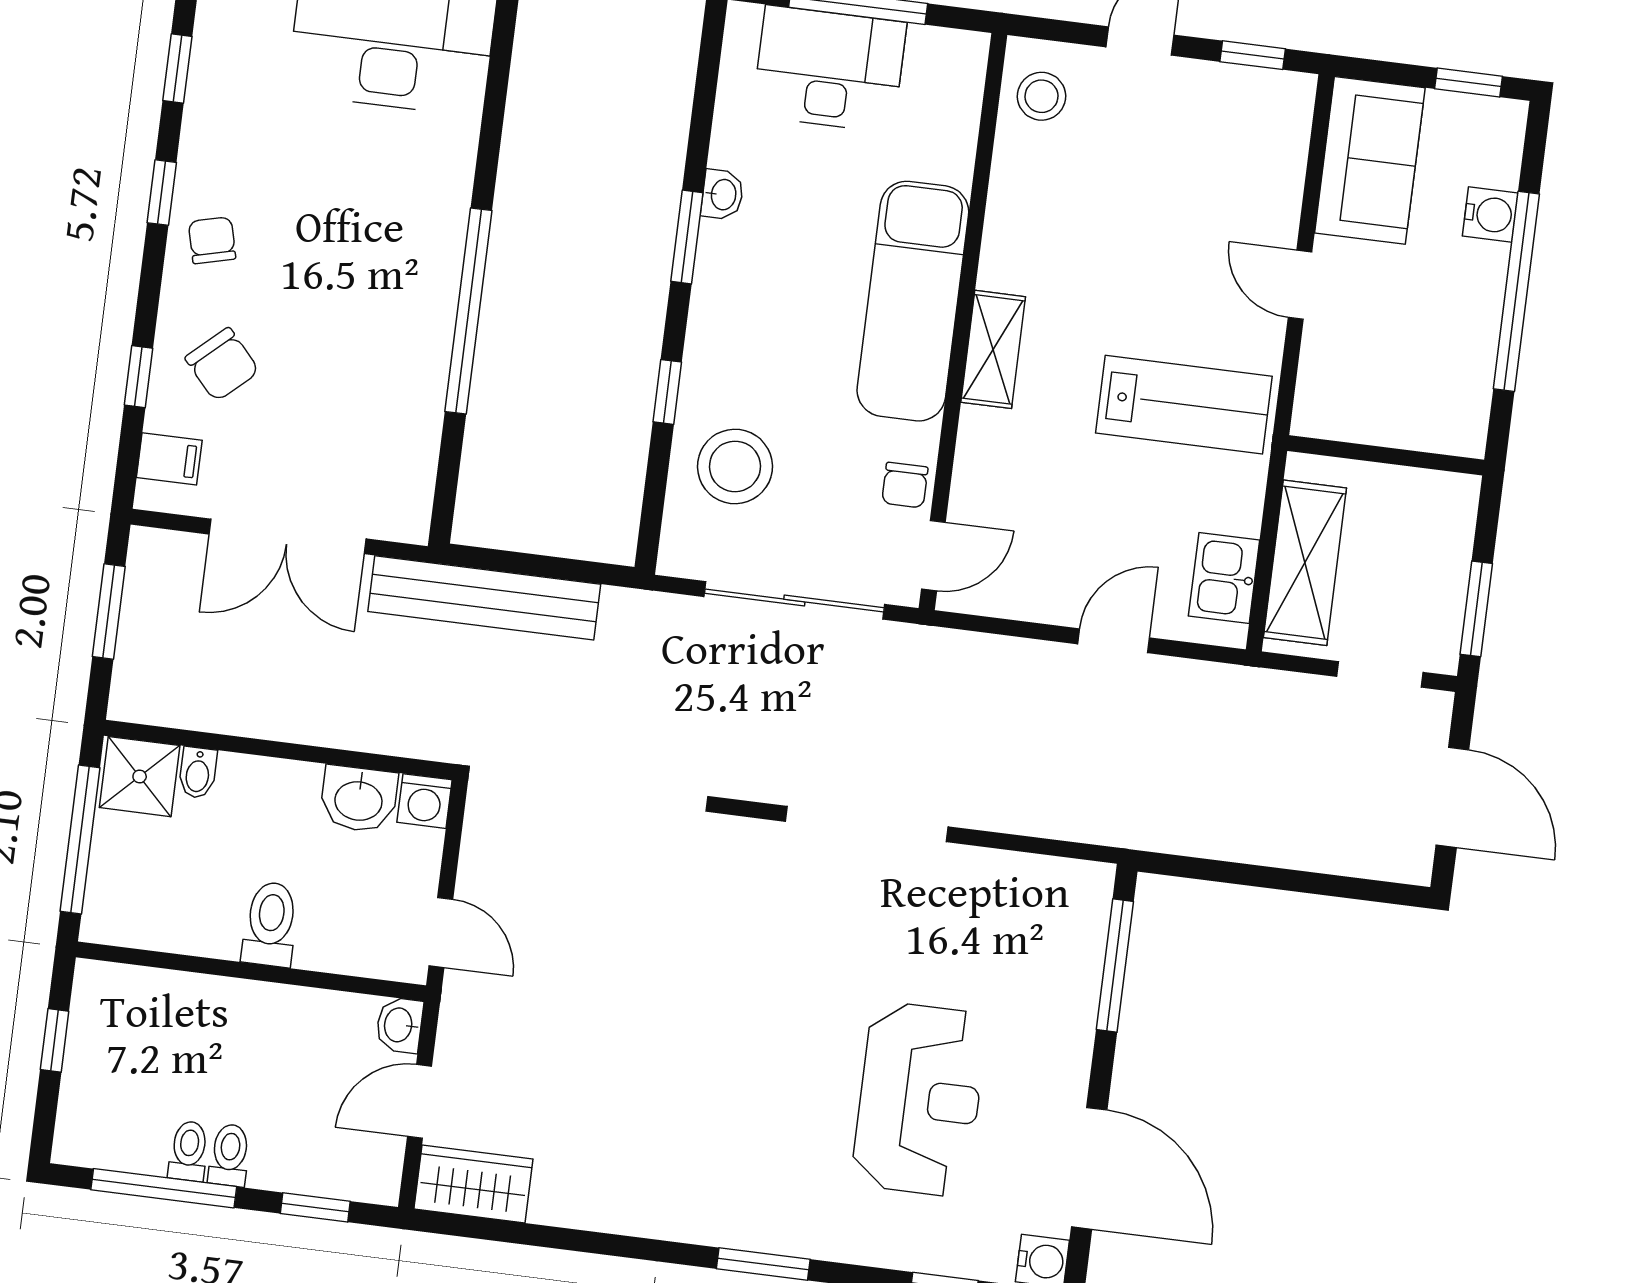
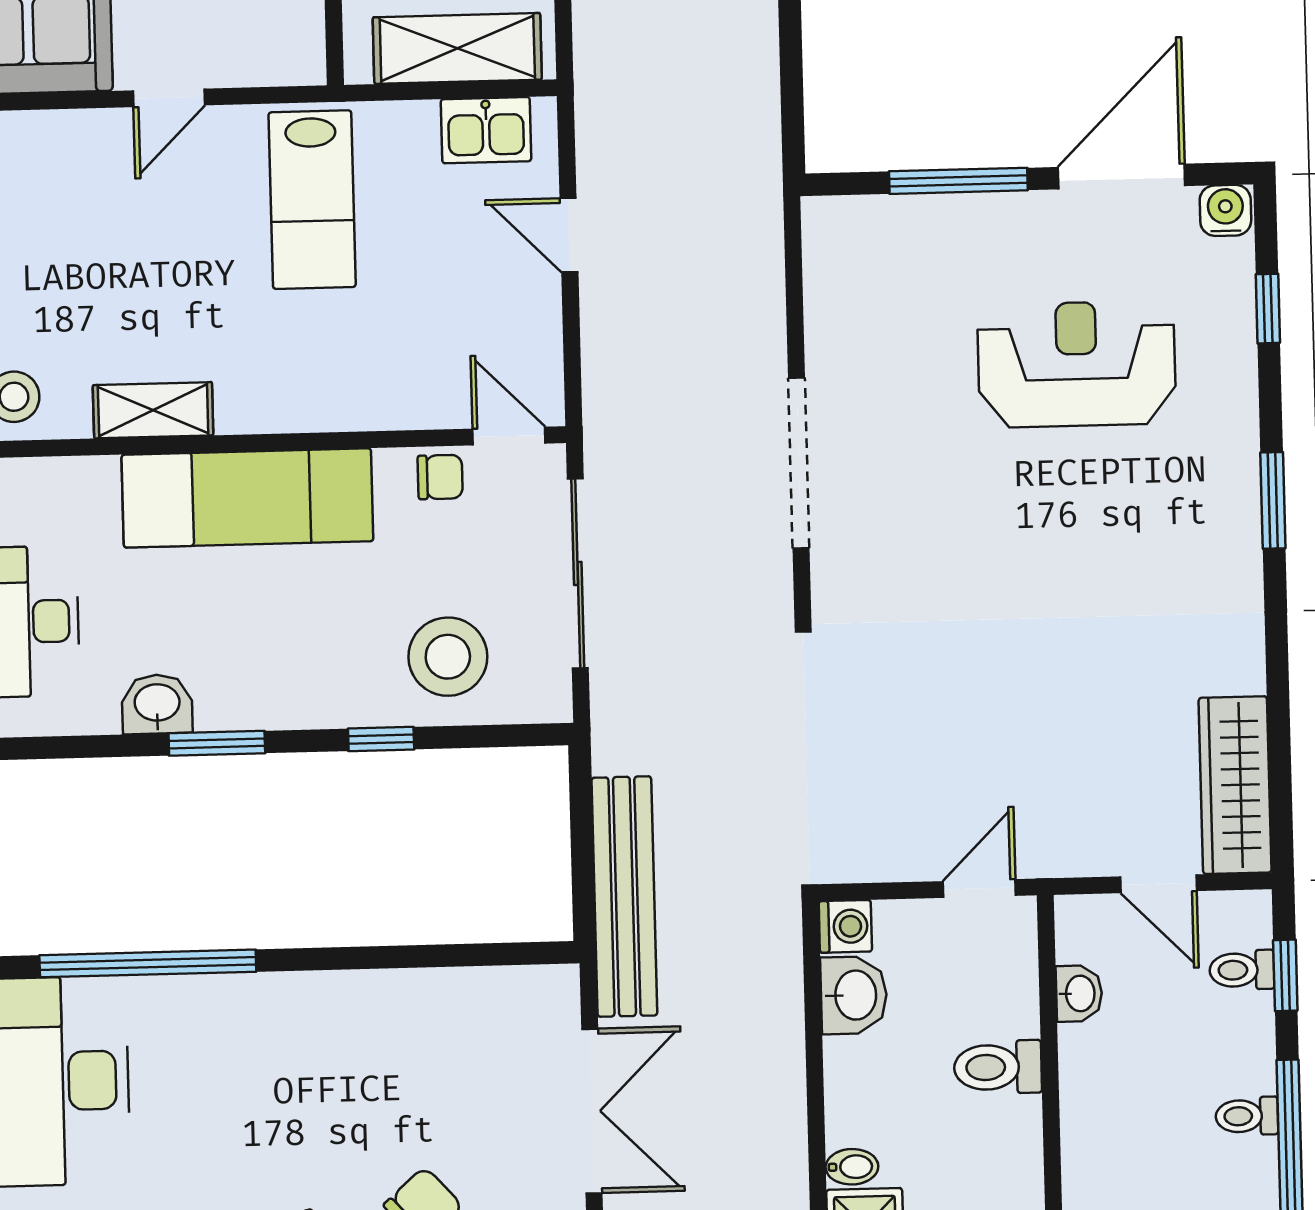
washbasin: (722, 195) -> (157, 704), width x1.38, depth x1.45
window: (468, 311) -> (148, 963), moved
shelving: (993, 349) -> (153, 410), moved
lab bench: (1184, 405) -> (312, 200), turned 180
window: (1115, 966) -> (958, 181), moved
washbasin: (399, 1025) -> (1079, 993), moved, turned -90
toilet: (229, 1155) -> (1242, 970), moved
wardrobe: (473, 1184) -> (1235, 785), width x1.50

